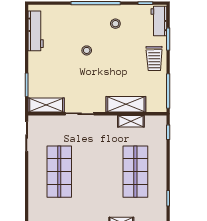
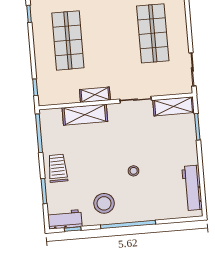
workbench: (159, 21) -> (65, 219), moved, turned -90
stool: (115, 24) -> (104, 203), width x1.89, depth x1.89
shelving: (131, 121) -> (95, 95), moved

